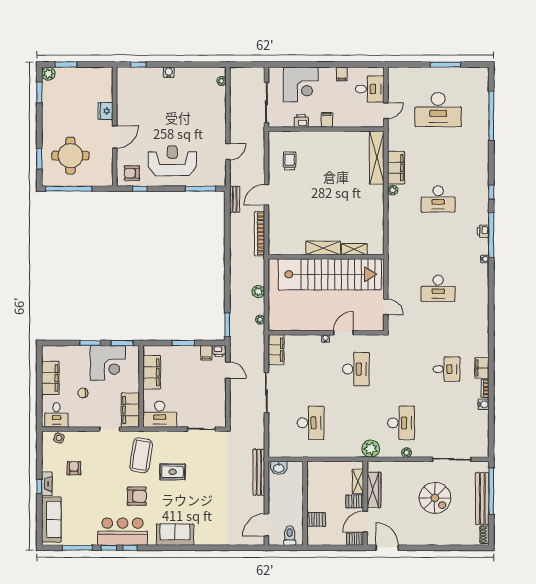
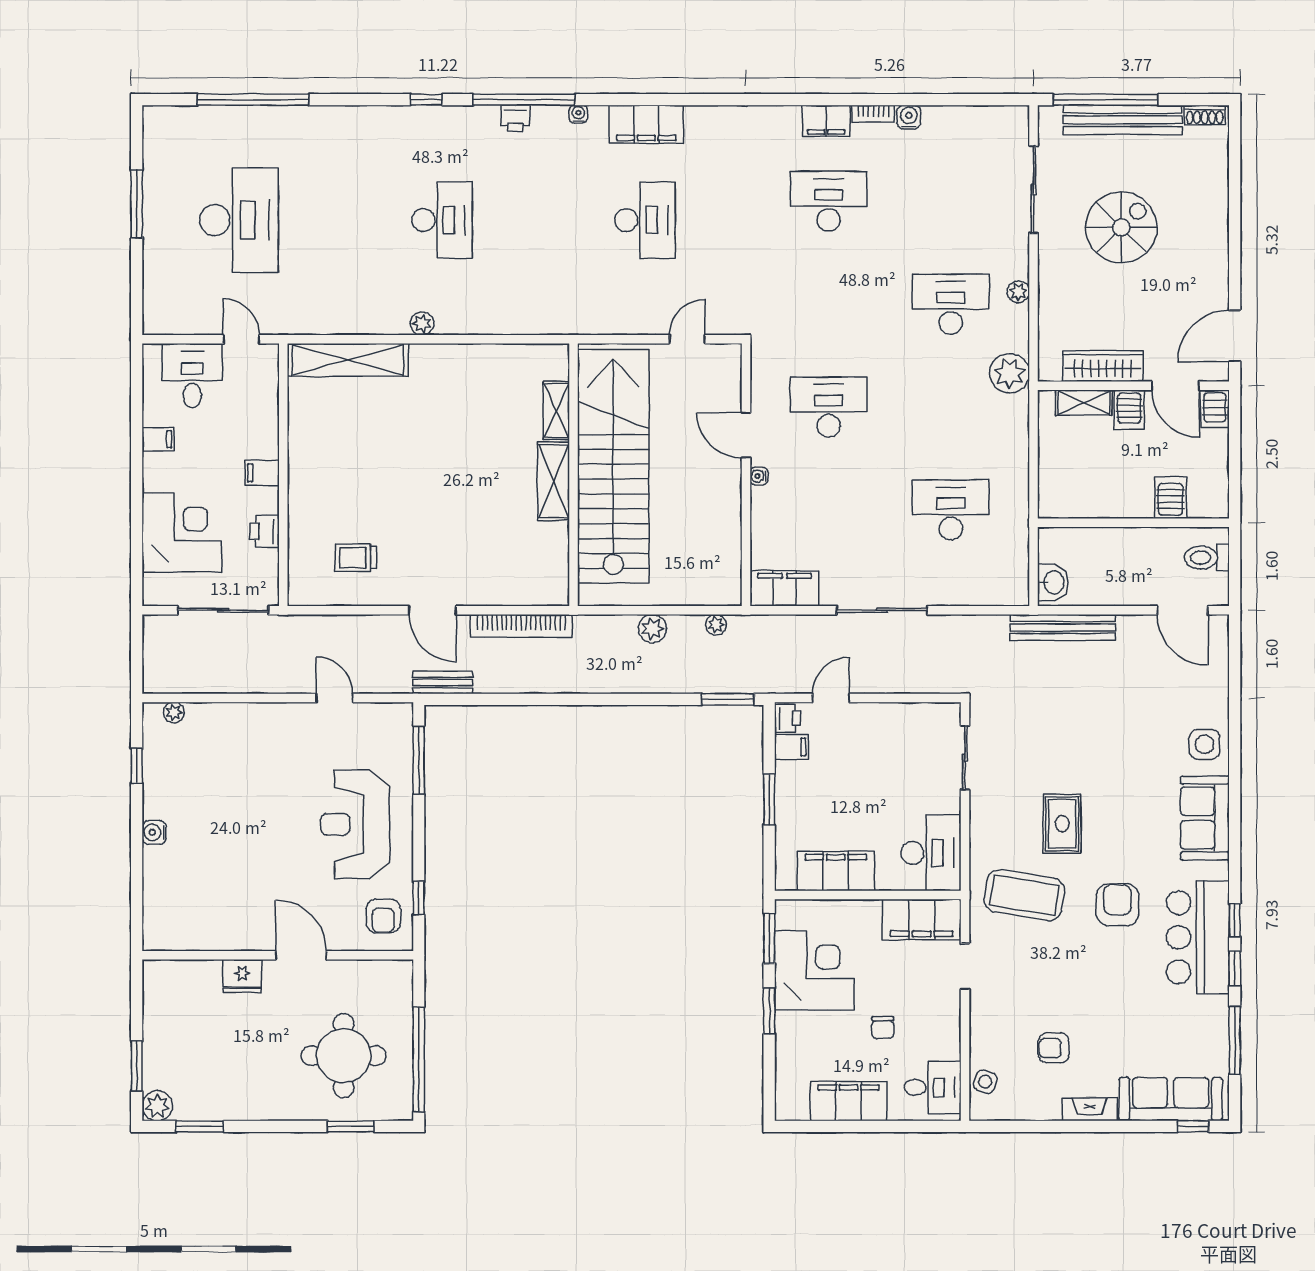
window: (138, 65) -> (137, 766), moved
filing cabinet: (396, 168) -> (646, 124), moved, turned 180
desk: (446, 369) -> (829, 201), width x1.37
window: (39, 486) -> (1193, 1126), moved
side table: (207, 535) -> (1204, 744), added

